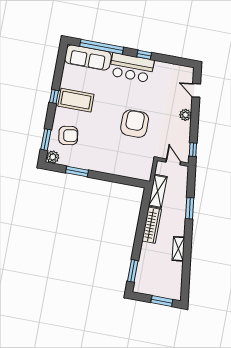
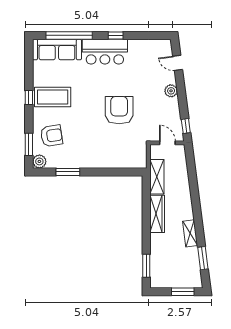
window: (190, 208) -> (203, 258), moved

